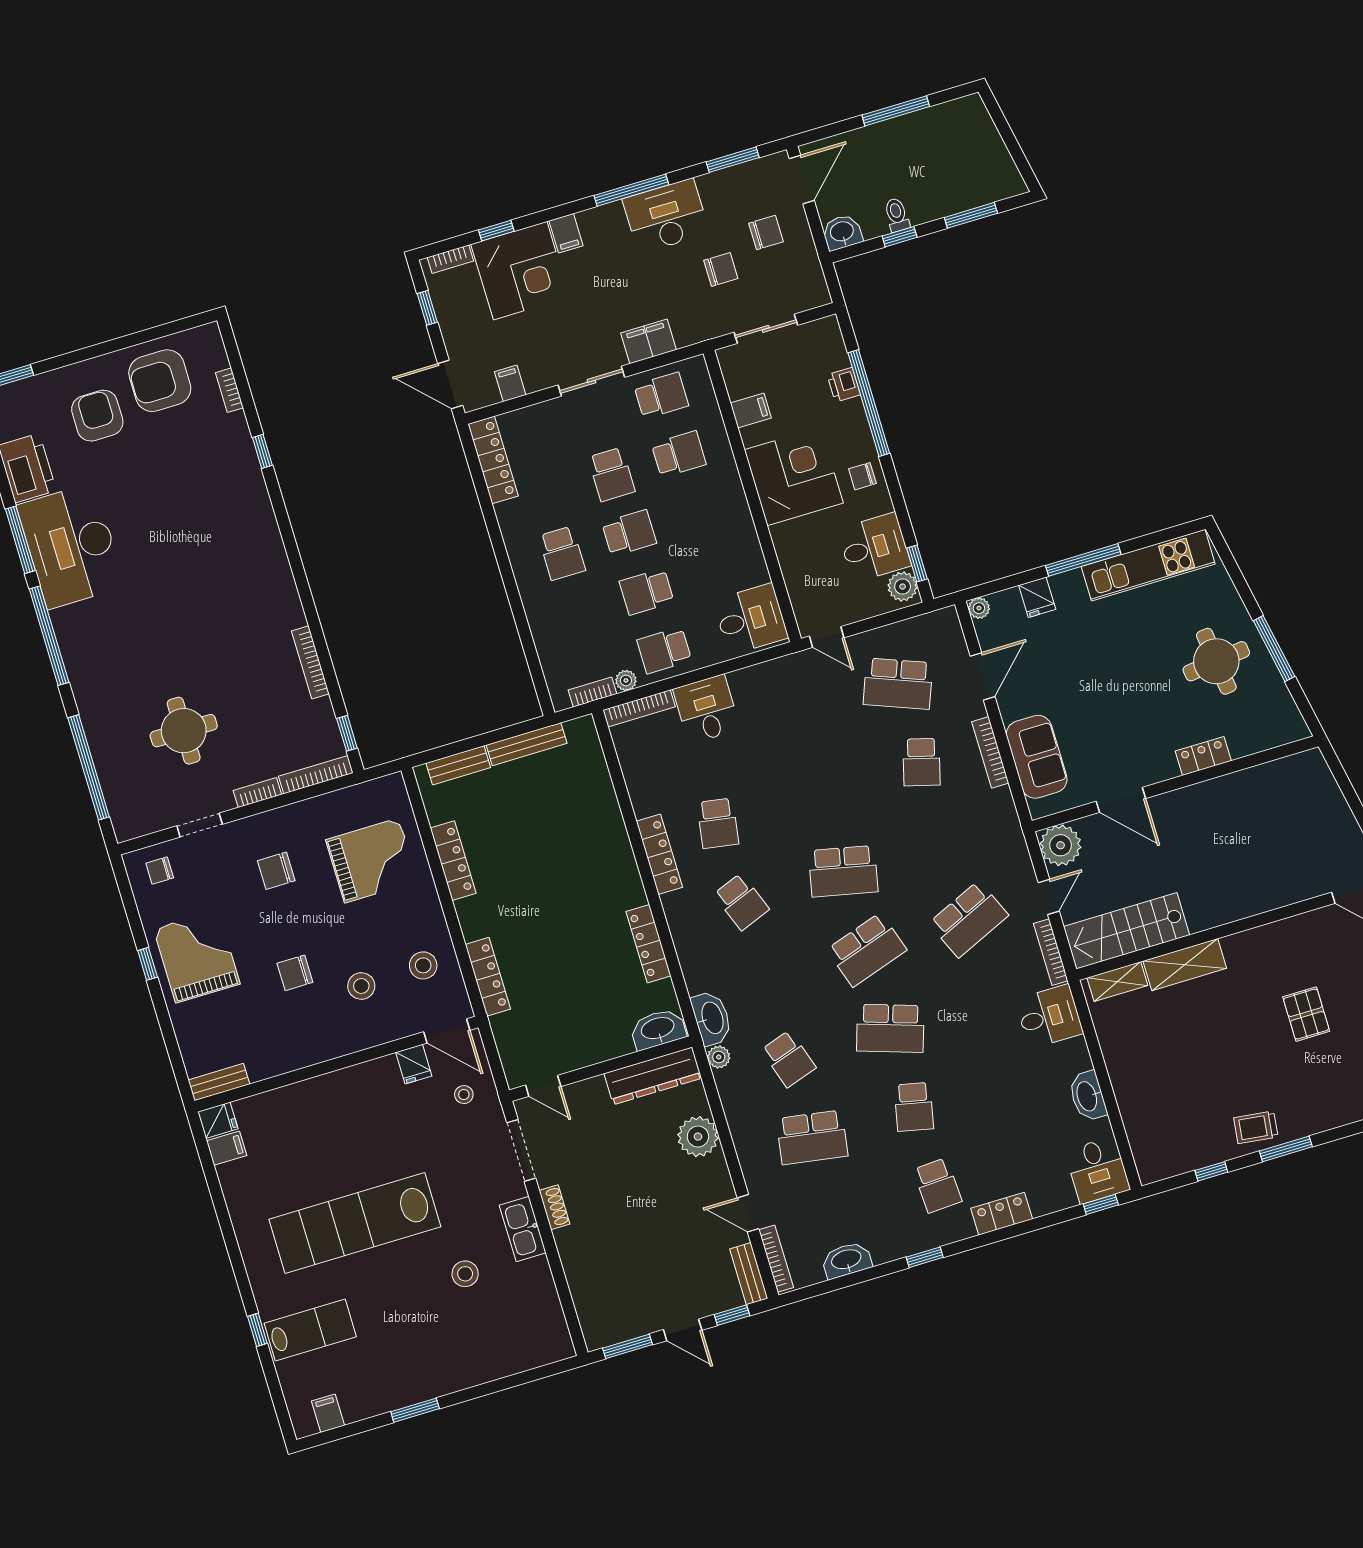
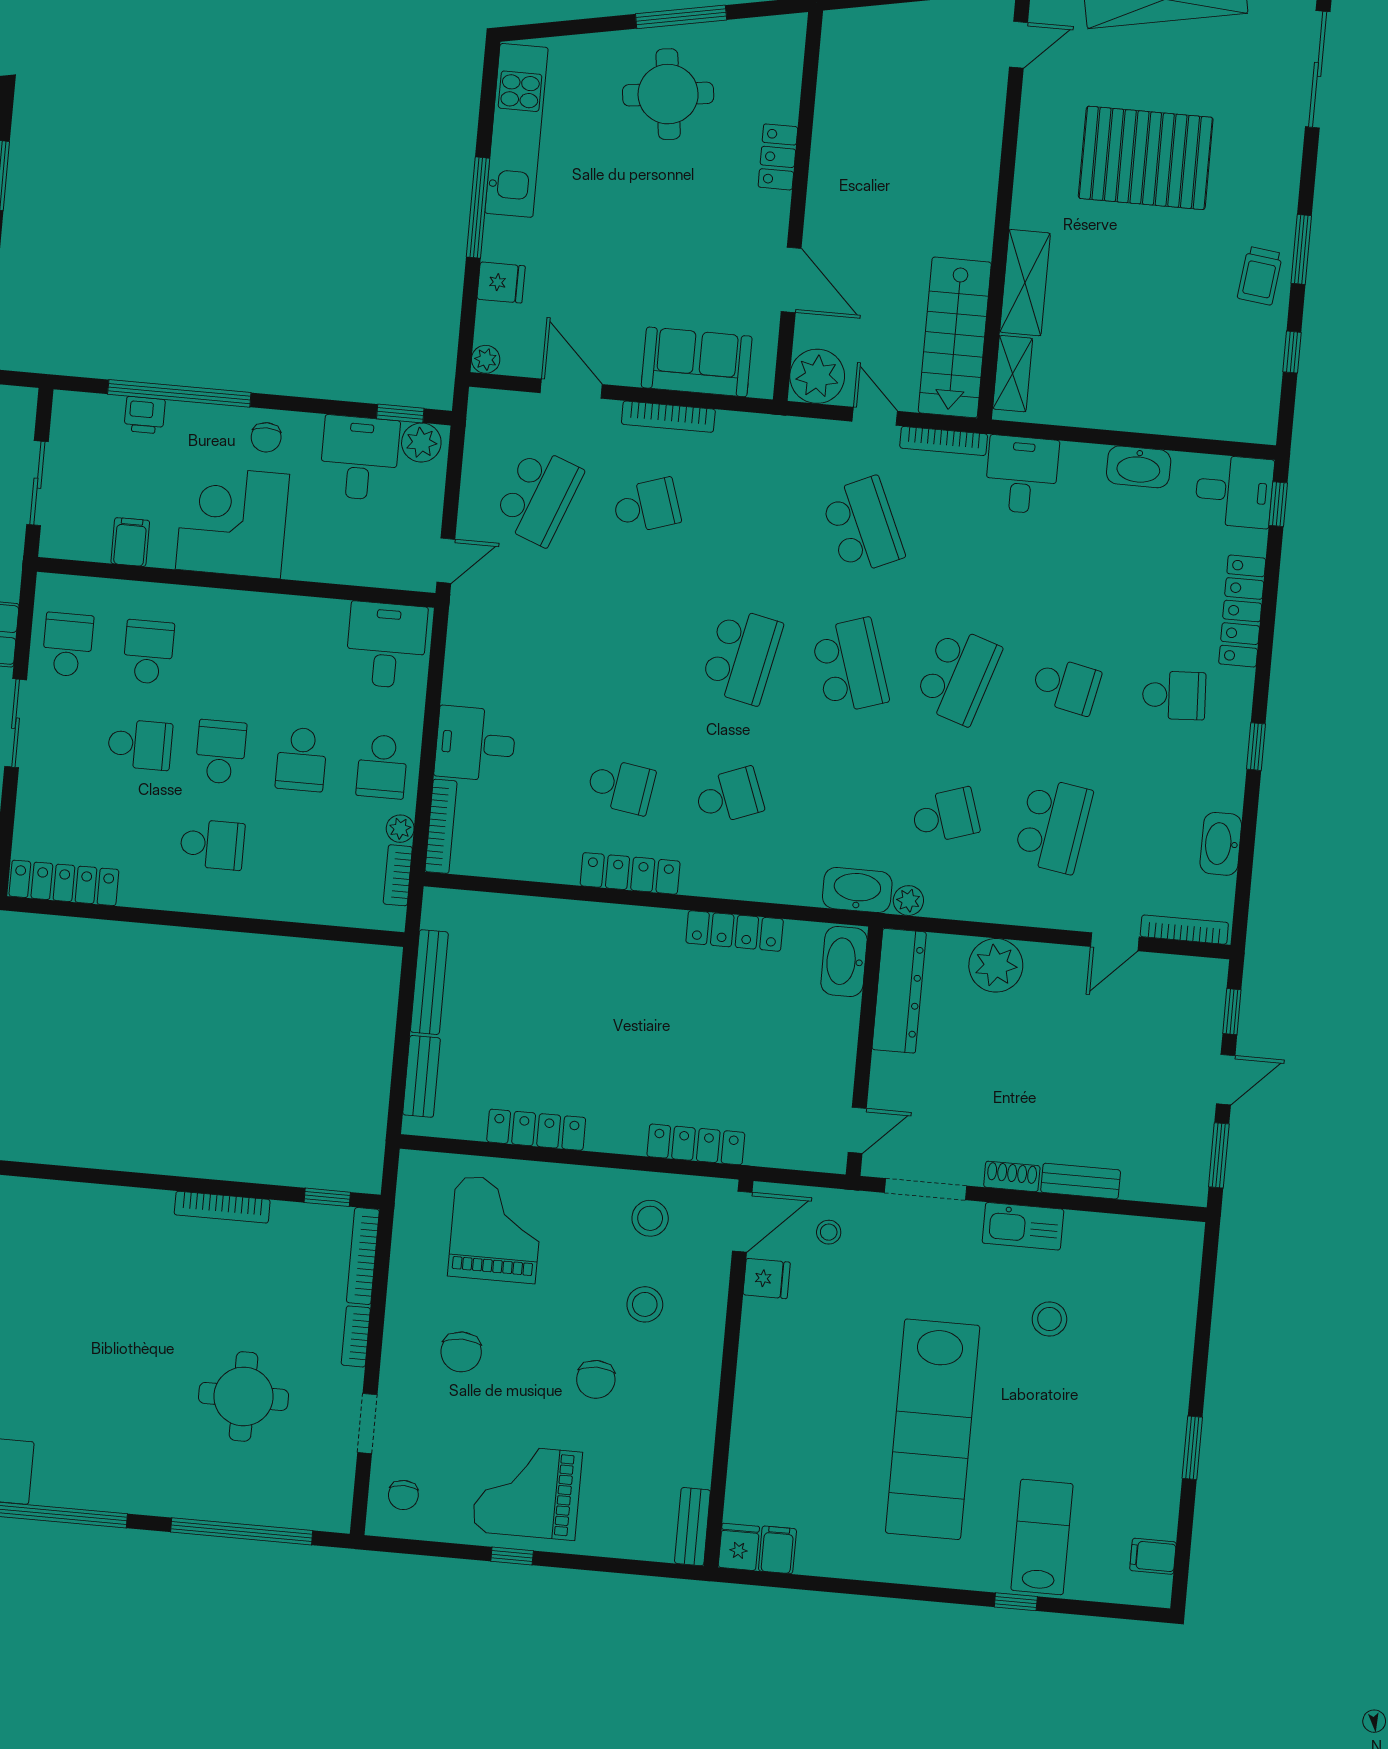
school desk: (921, 762) -> (646, 506), turned -33
door: (1121, 800) -> (791, 280), hinge flipped
pallet: (1306, 1014) -> (1146, 158), width x2.05, depth x2.00
locker: (1002, 1214) -> (1242, 611), width x1.53
bench: (749, 1274) -> (1081, 1181), moved

